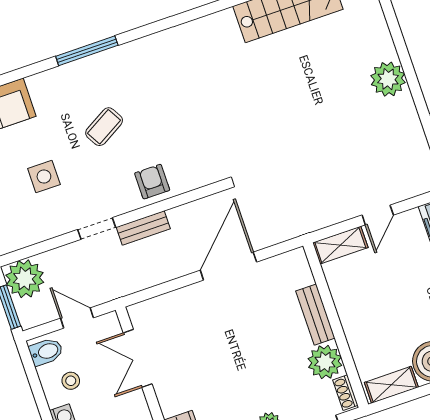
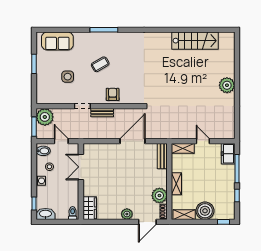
door: (378, 215) -> (203, 141), swing flipped
bench: (315, 315) -> (162, 156), moved
shelving: (353, 325) -> (176, 184), added

